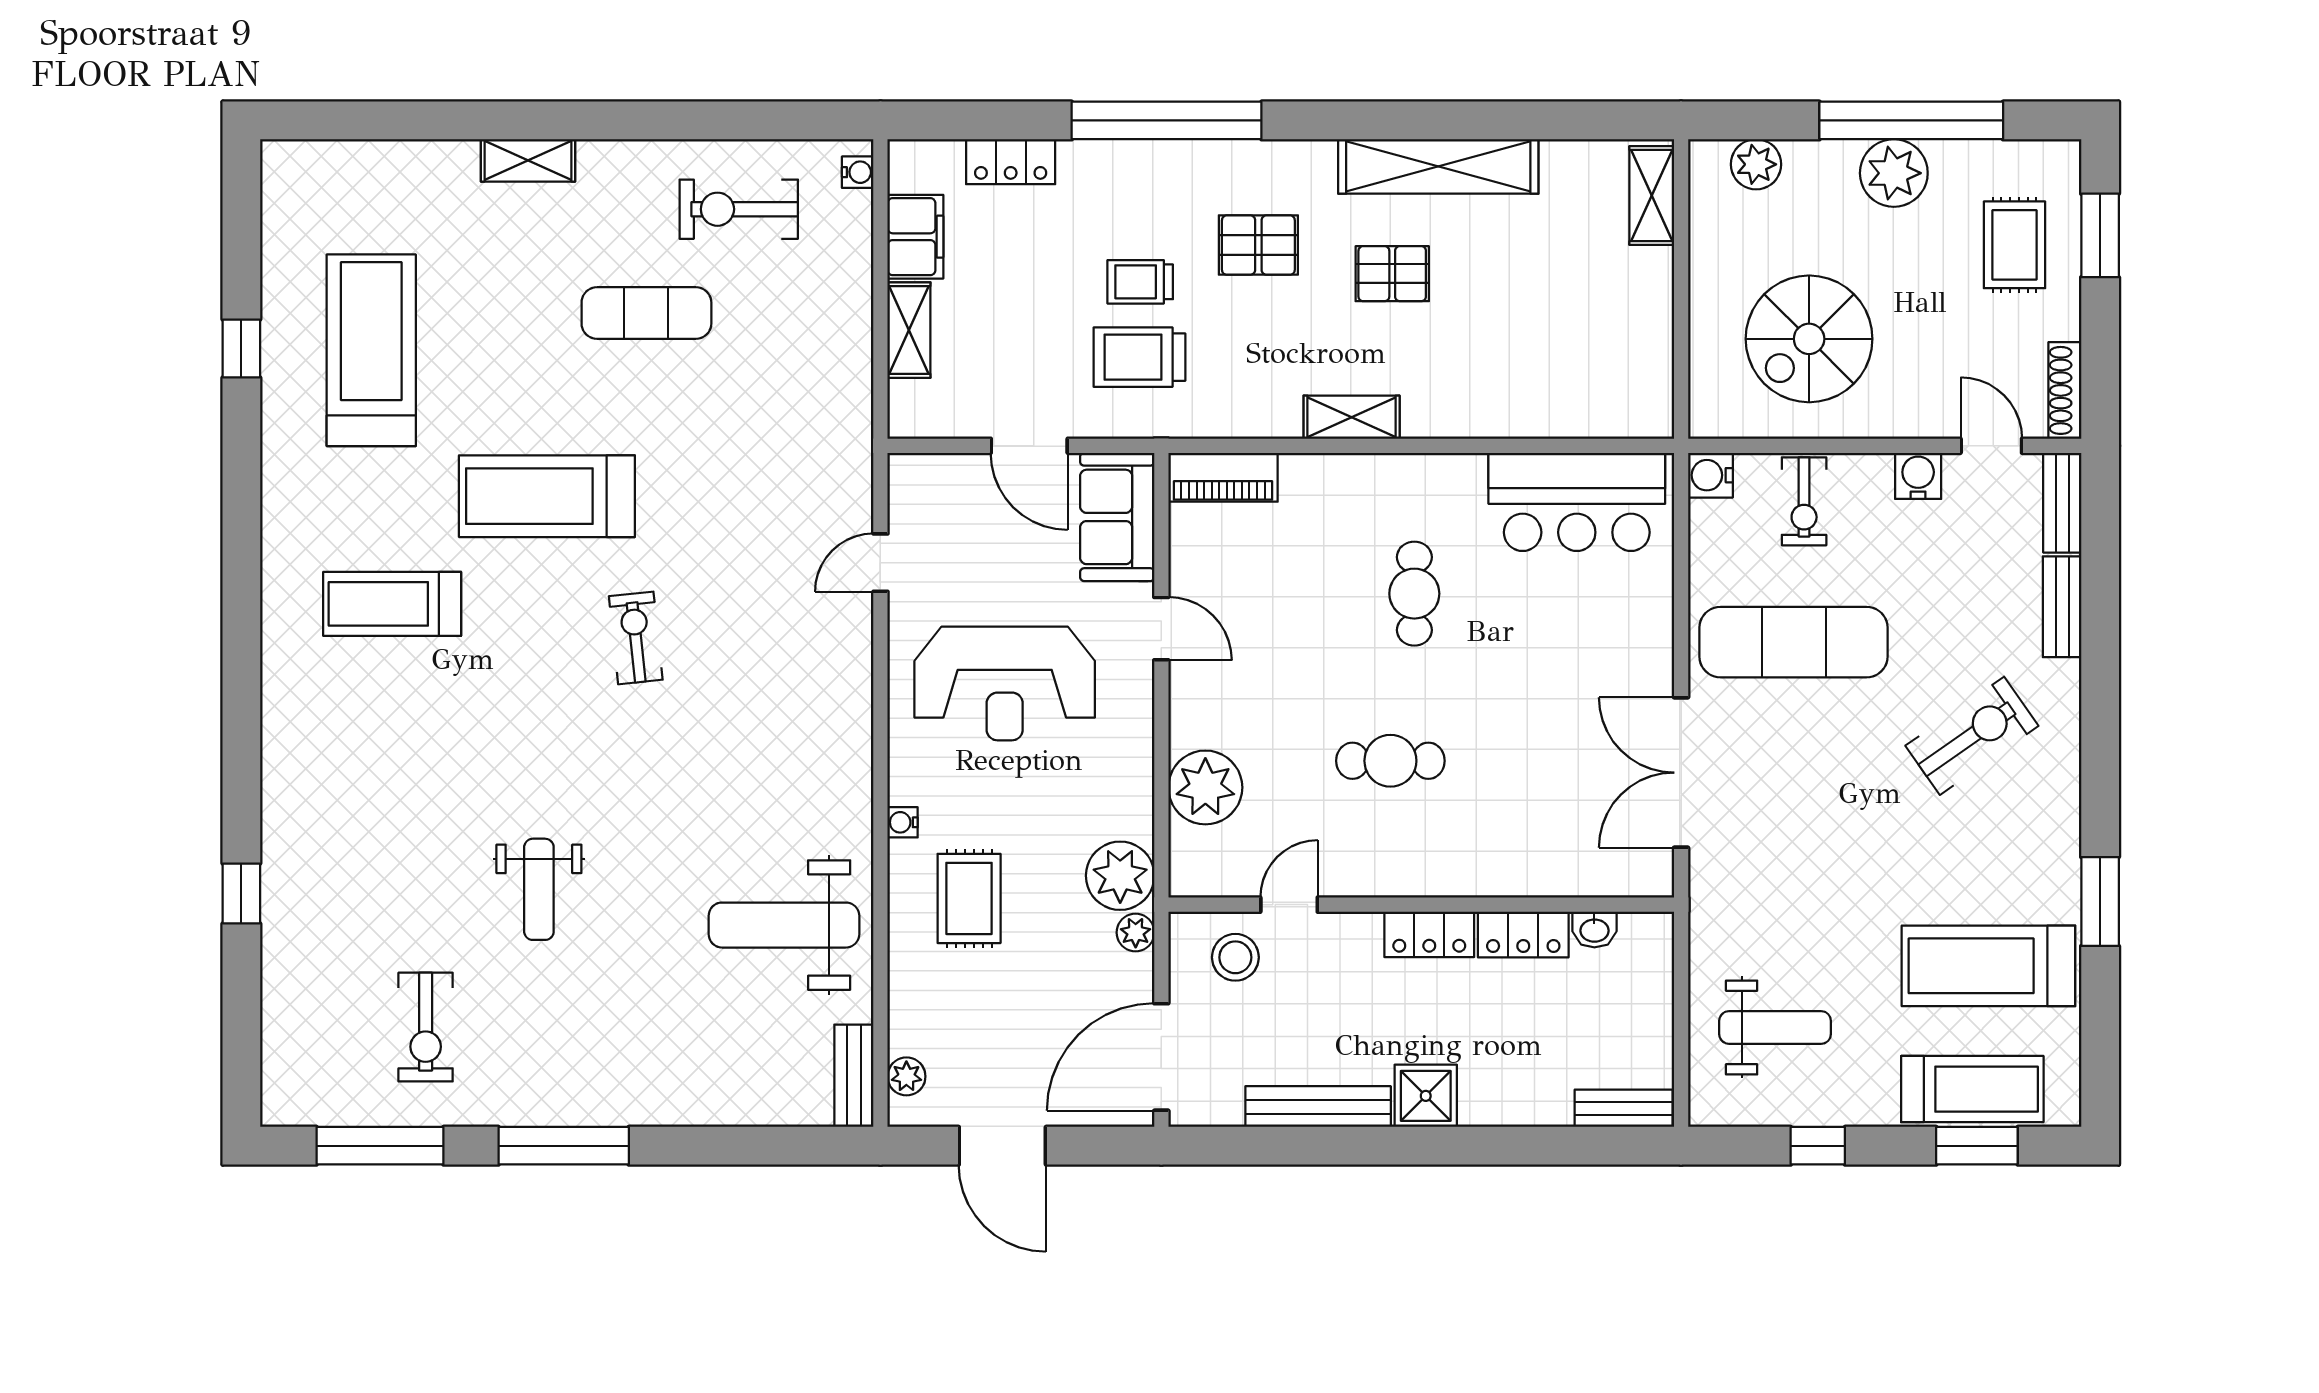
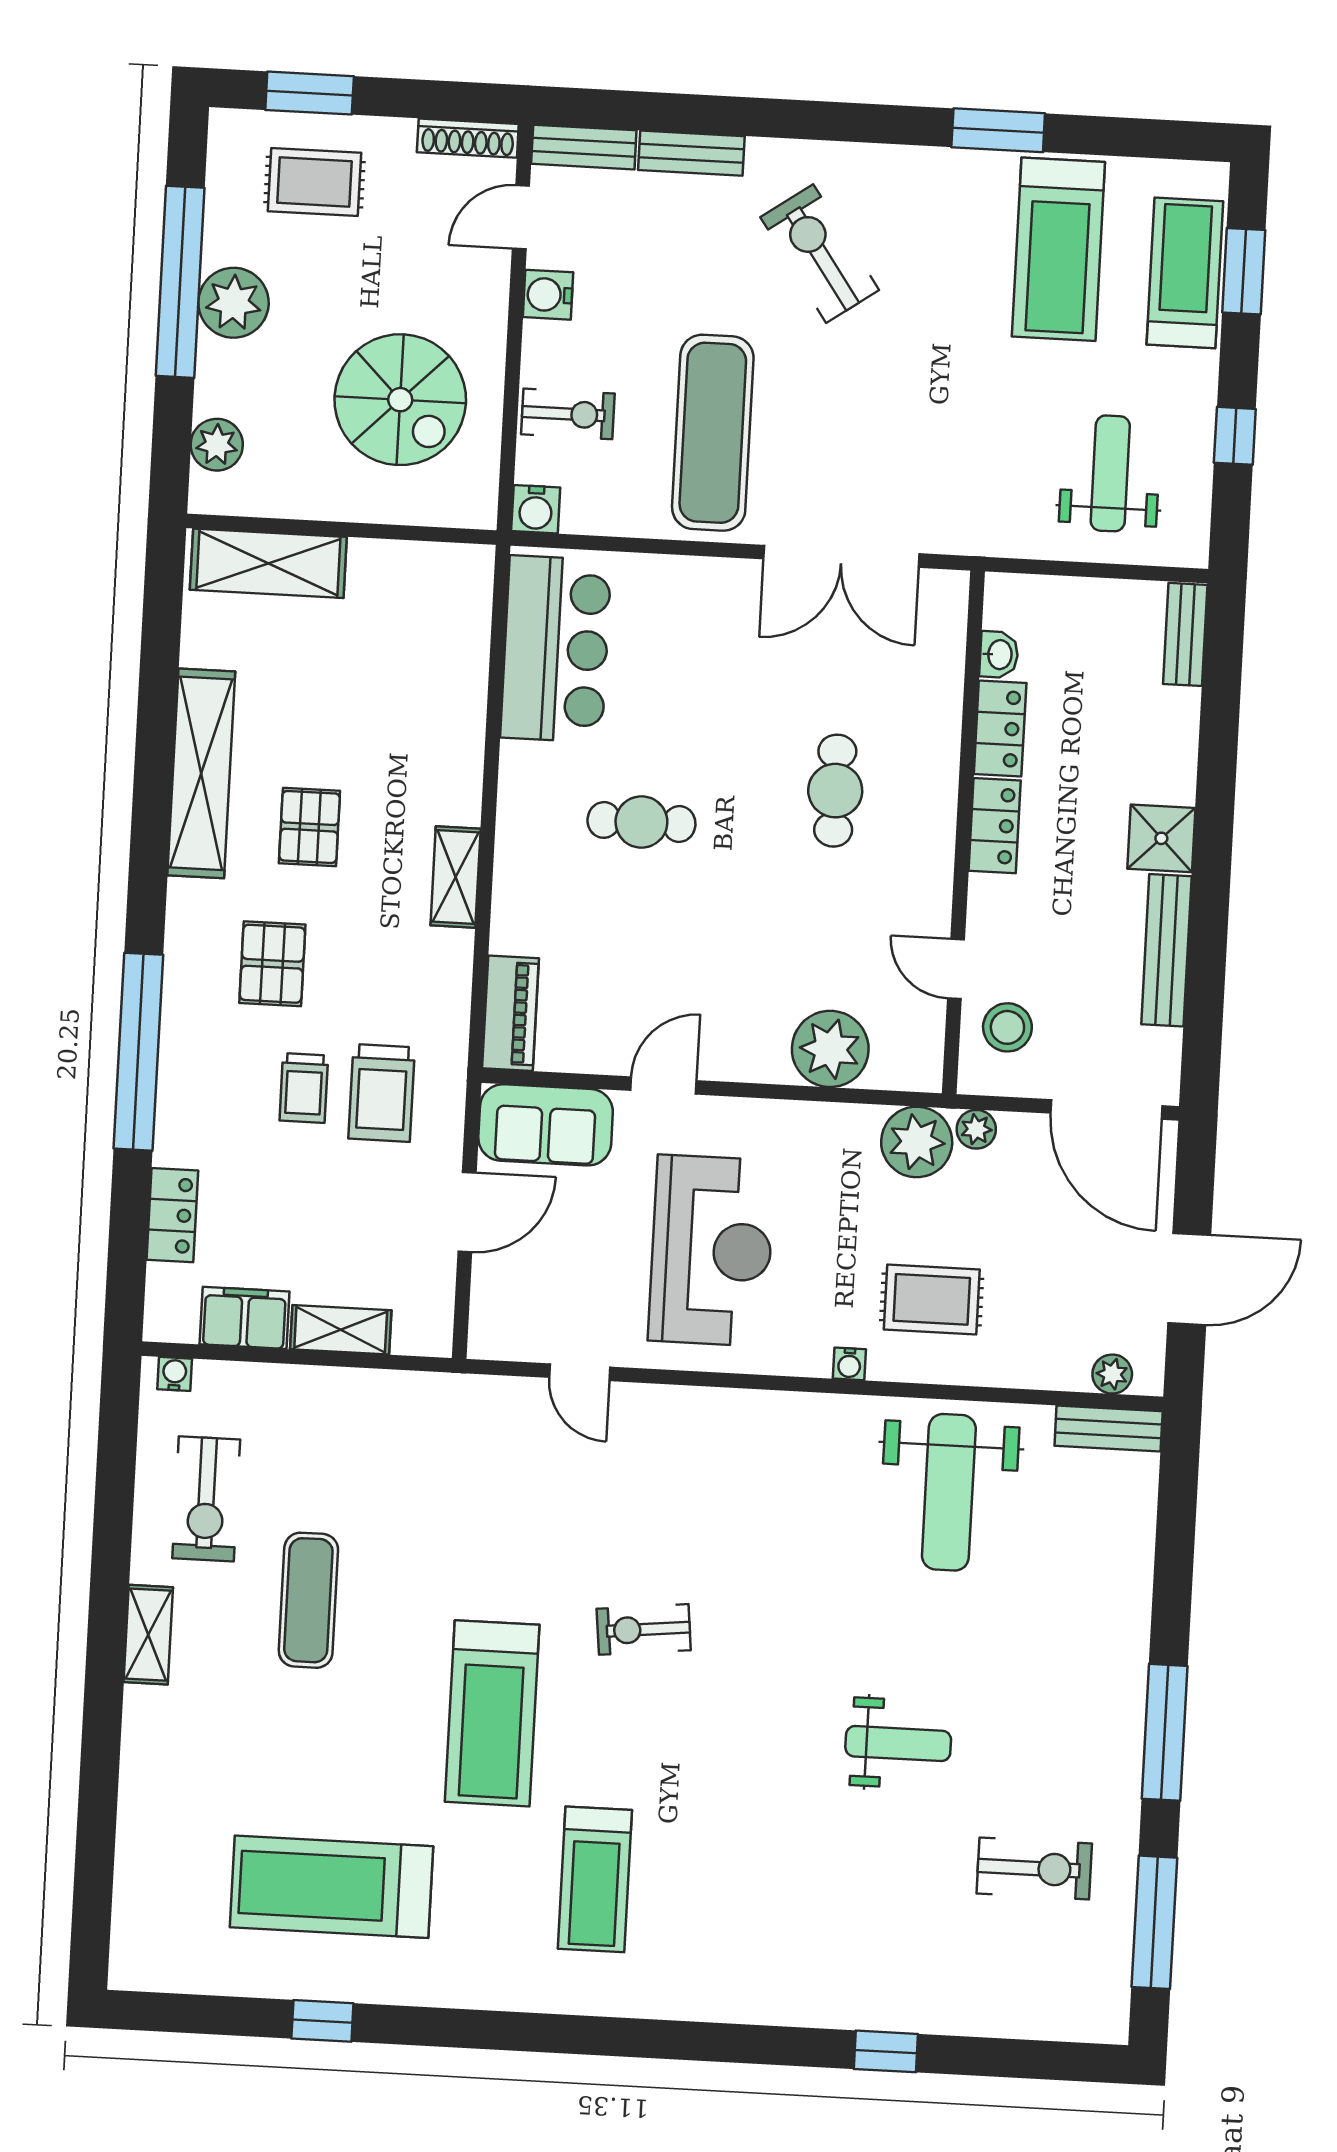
shelving: (528, 160) -> (148, 1635), moved
shelving: (1652, 195) -> (268, 563), width x1.50, depth x1.33
cafe table: (1390, 761) -> (835, 791), moved

